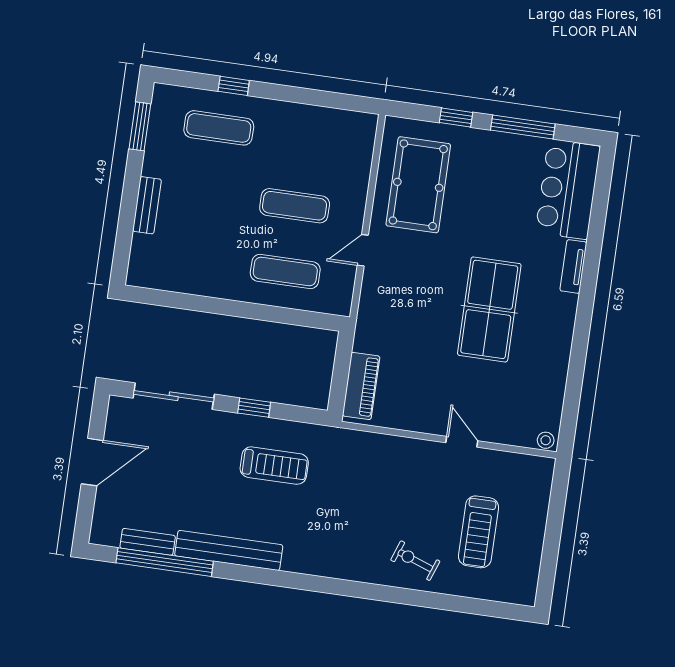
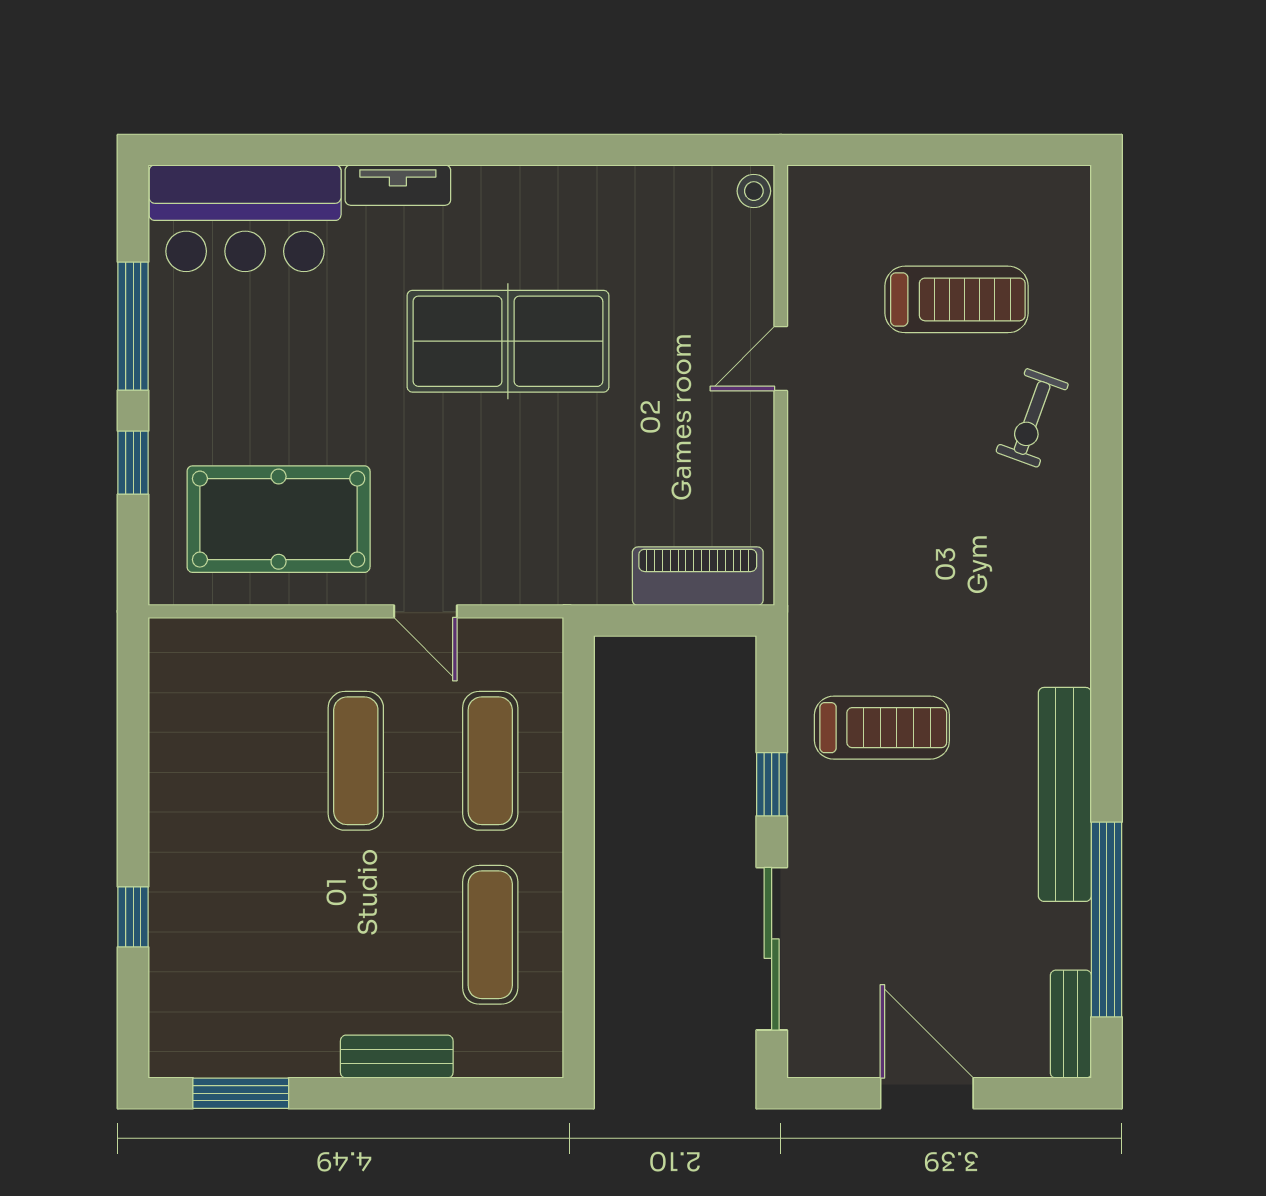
exercise mat: (219, 128) -> (490, 935), moved
treadmill: (274, 466) -> (882, 728), turned 90
bench: (148, 542) -> (1071, 1024), moved

